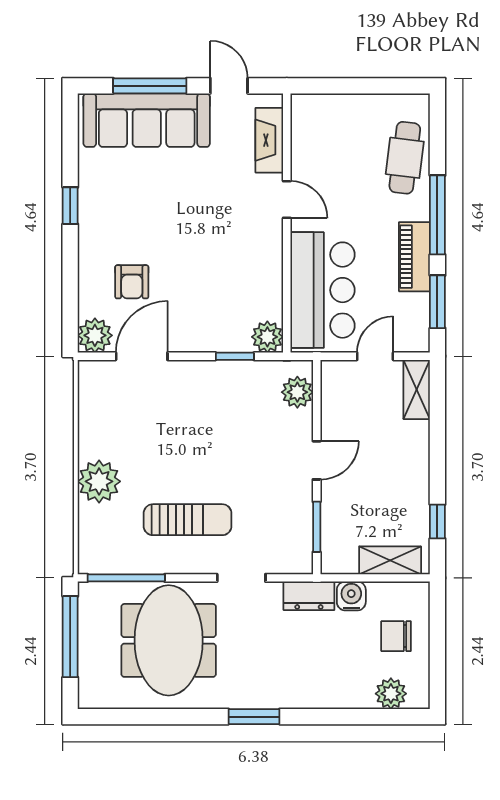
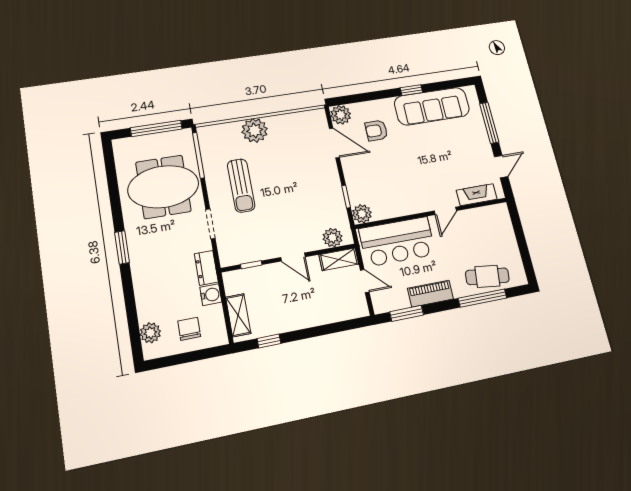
sofa: (147, 120) -> (432, 106), moved, turned -90
window: (437, 215) -> (482, 298), moved
shelving: (417, 389) -> (339, 259), moved
window: (317, 527) -> (251, 265), width x0.67

